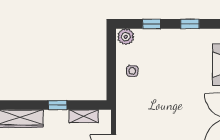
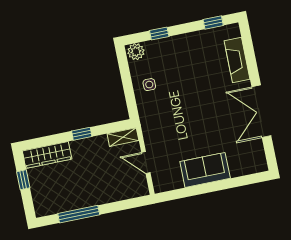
window: (190, 24) -> (213, 23), moved
shelving: (84, 116) -> (123, 137), moved

